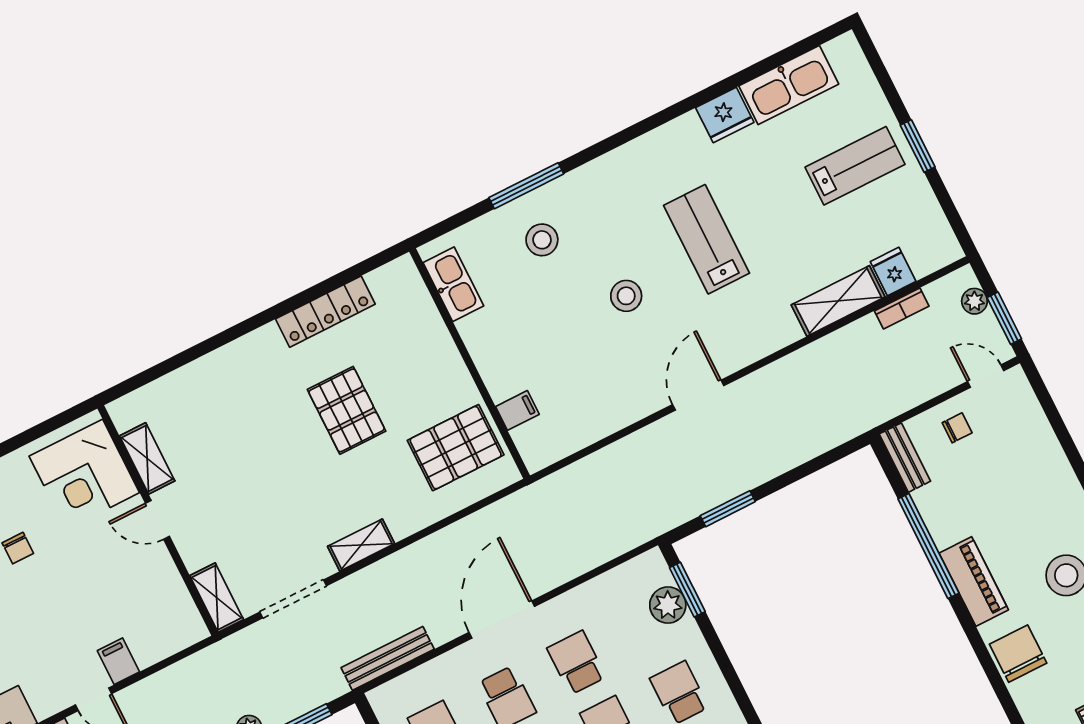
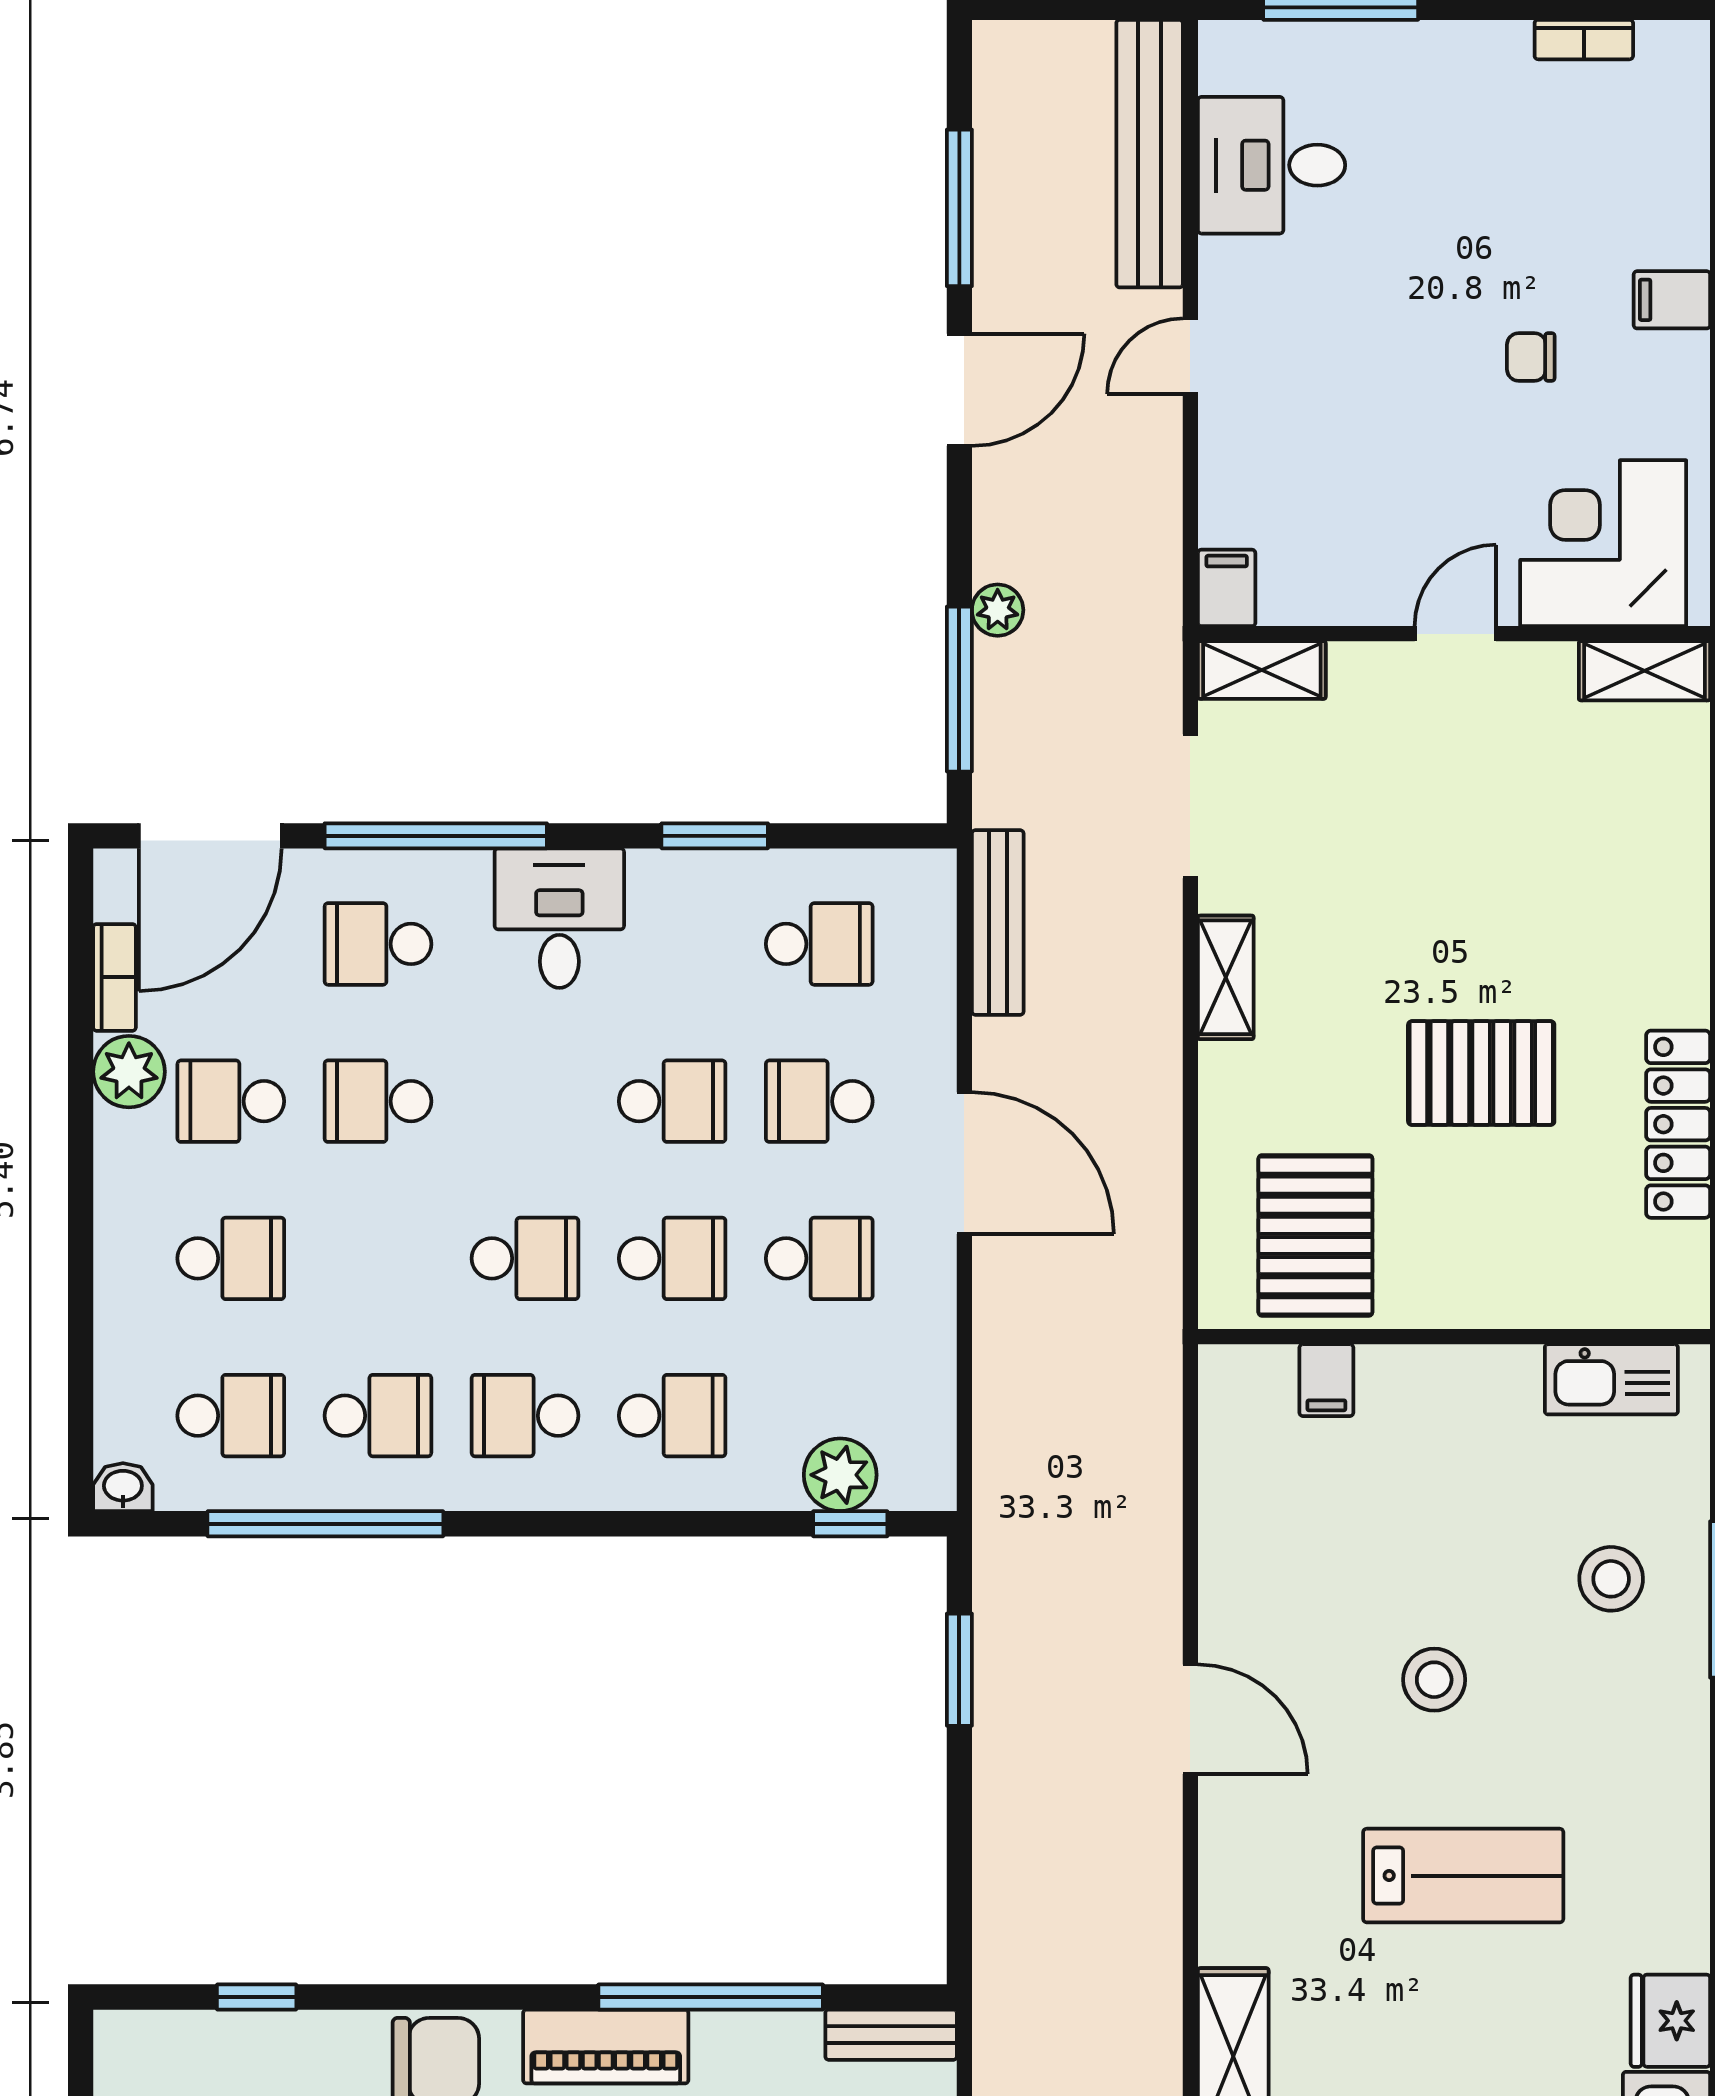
shelving: (147, 458) -> (1644, 671), moved
window: (687, 590) -> (850, 1524), width x0.67
filing cabinet: (118, 661) -> (1227, 588), moved, turned -90

